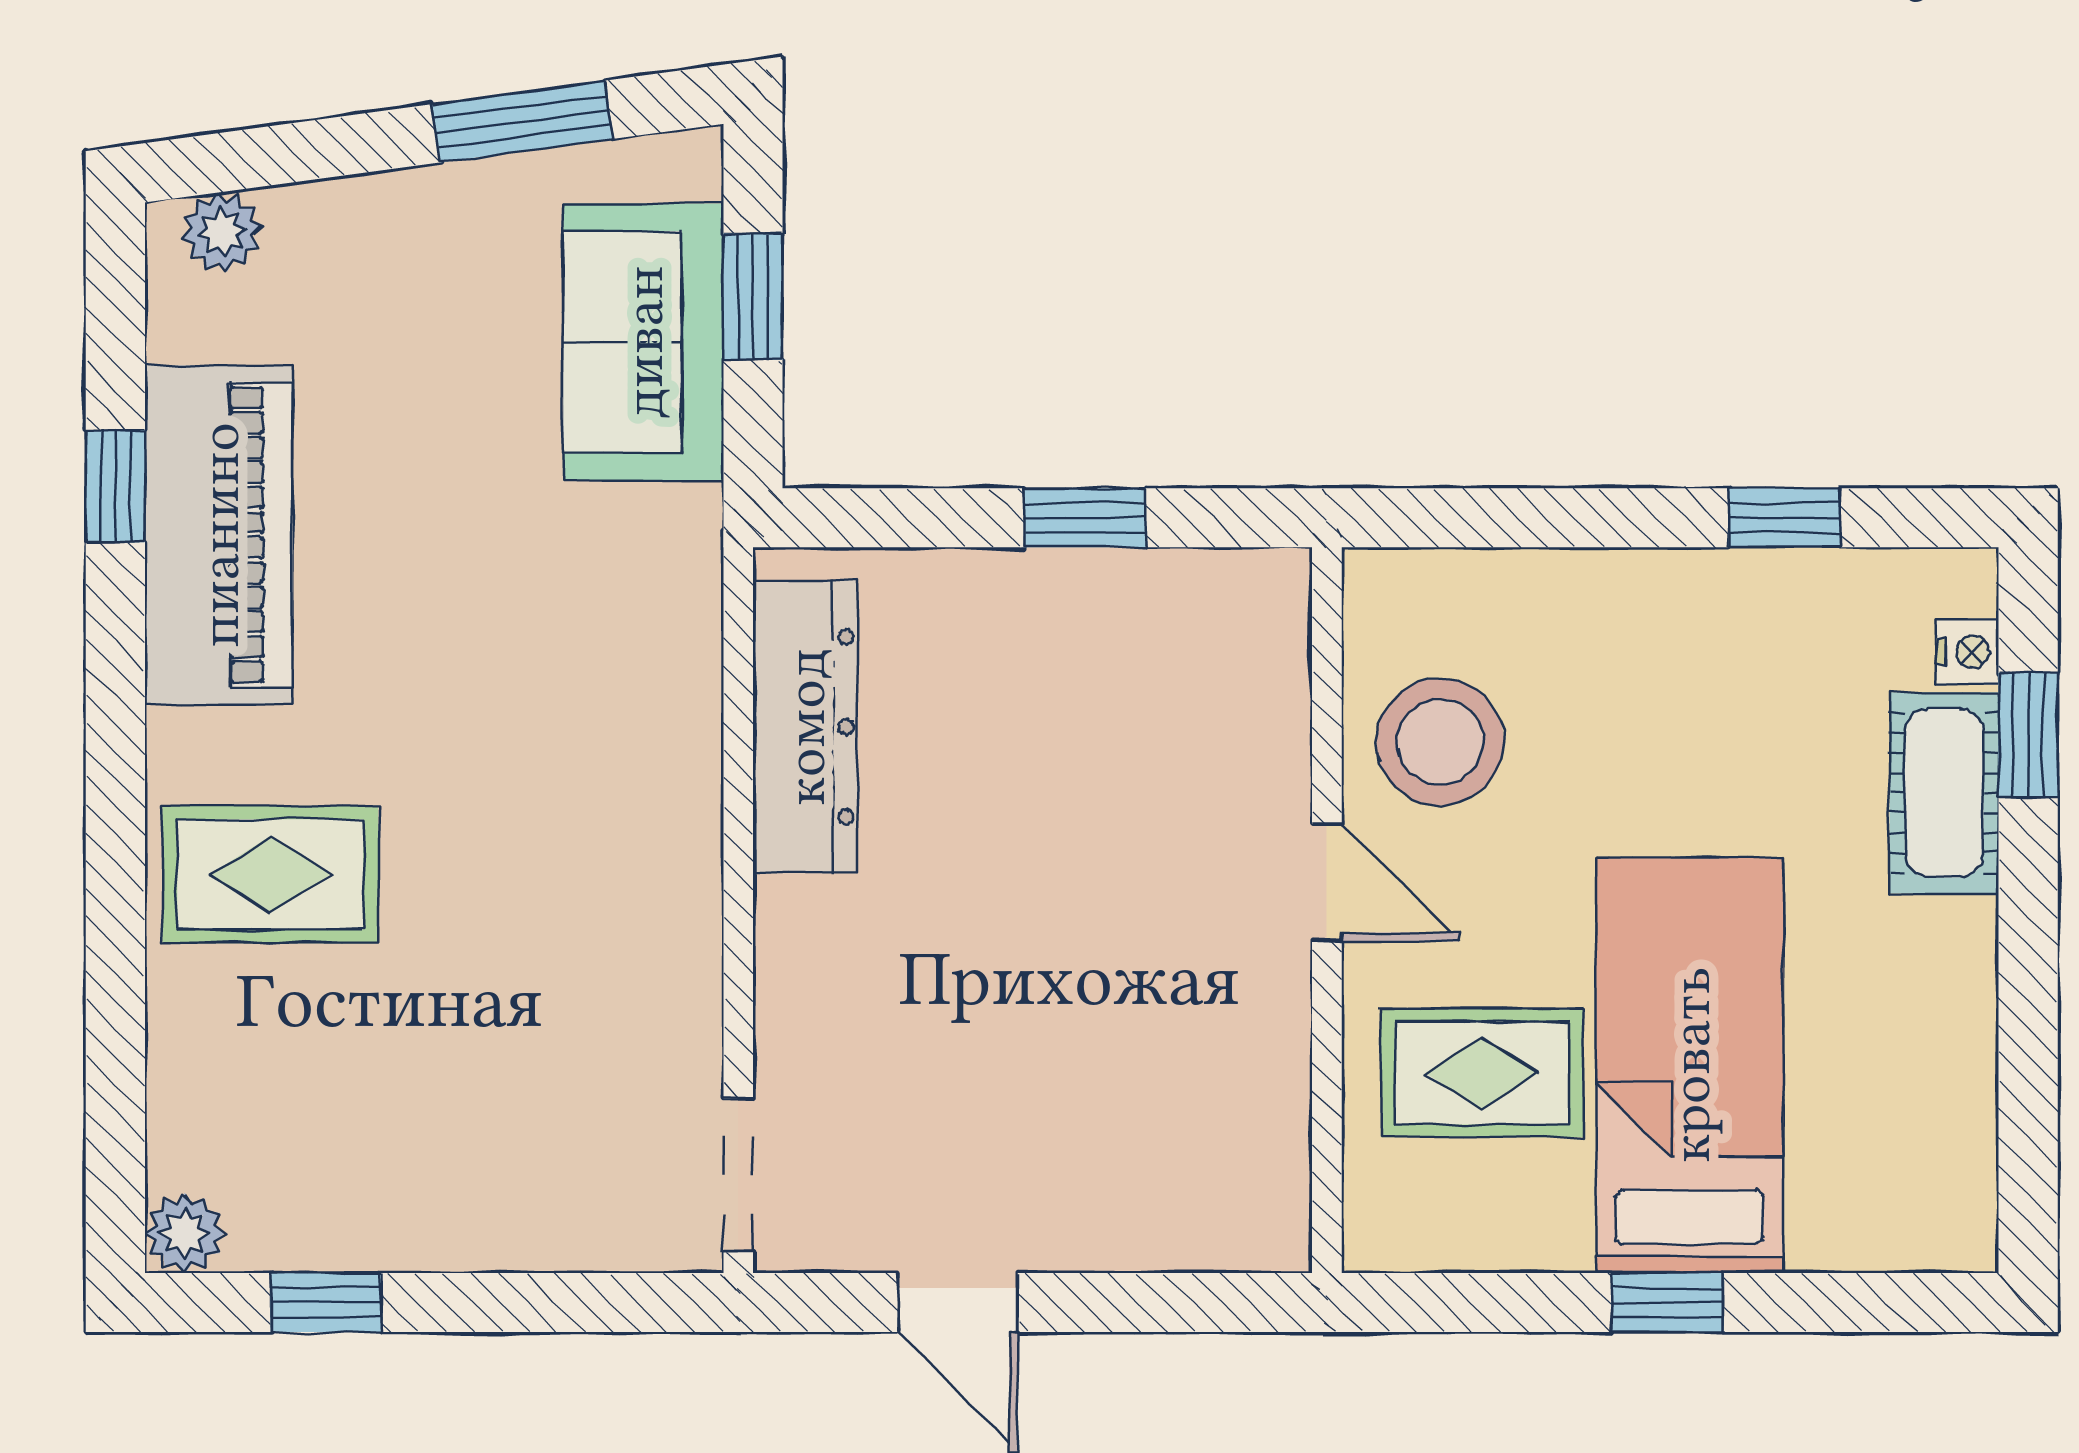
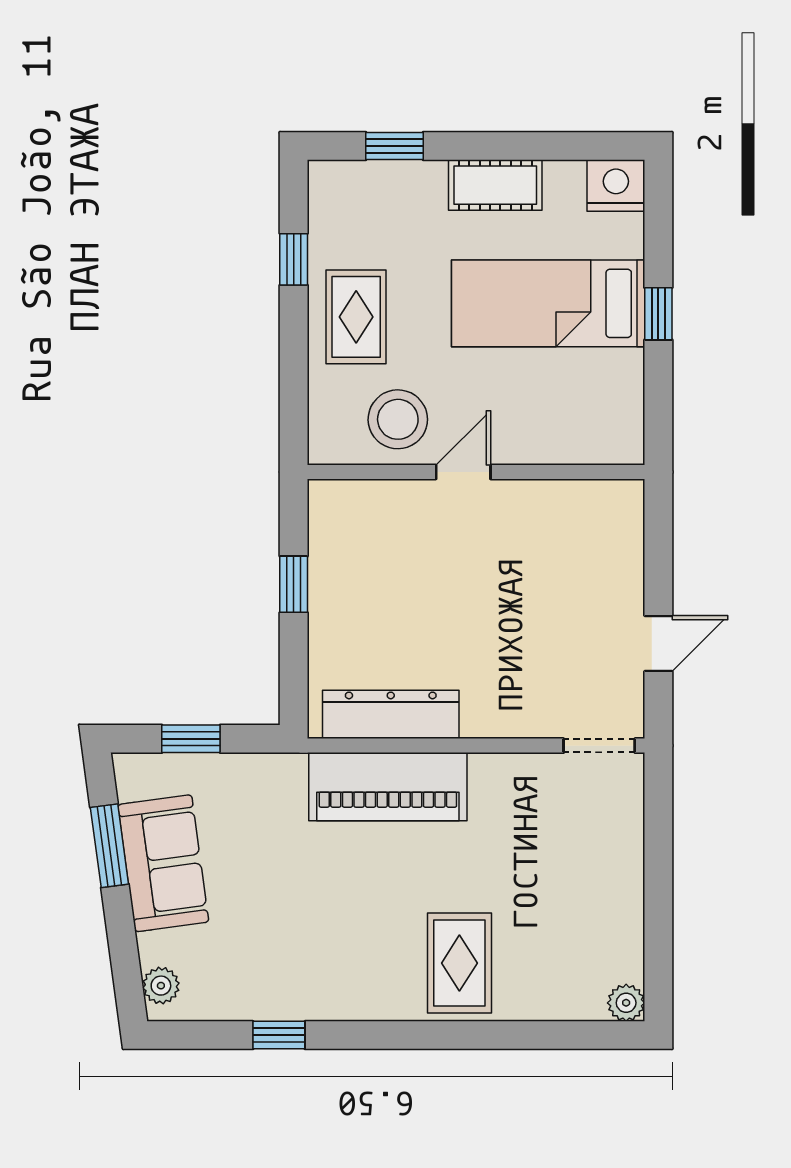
sofa: (643, 342) -> (163, 863), moved, turned -98
piano: (219, 535) -> (388, 787), moved, turned 180
nightstand: (1968, 652) -> (616, 186), moved, width x1.89, depth x1.79
cot: (1944, 793) -> (495, 185), moved
rug: (1482, 1073) -> (356, 317), moved
window: (326, 1303) -> (658, 937), removed

